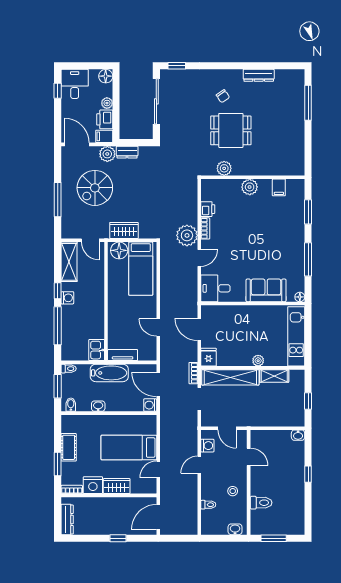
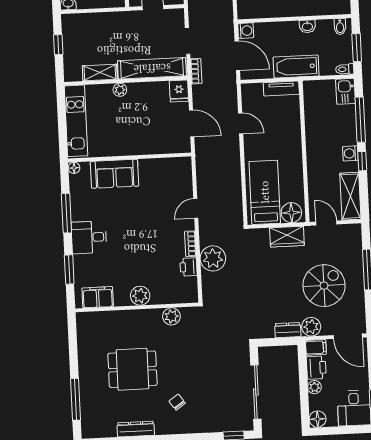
dining table: (231, 130) -> (132, 369), moved
filing cabinet: (279, 187) -> (98, 297), width x2.00
plant: (187, 235) -> (213, 258), moved
desk: (215, 288) -> (89, 237), moved, turned 180
kitchen sink: (97, 350) -> (346, 91), moved, turned 180

